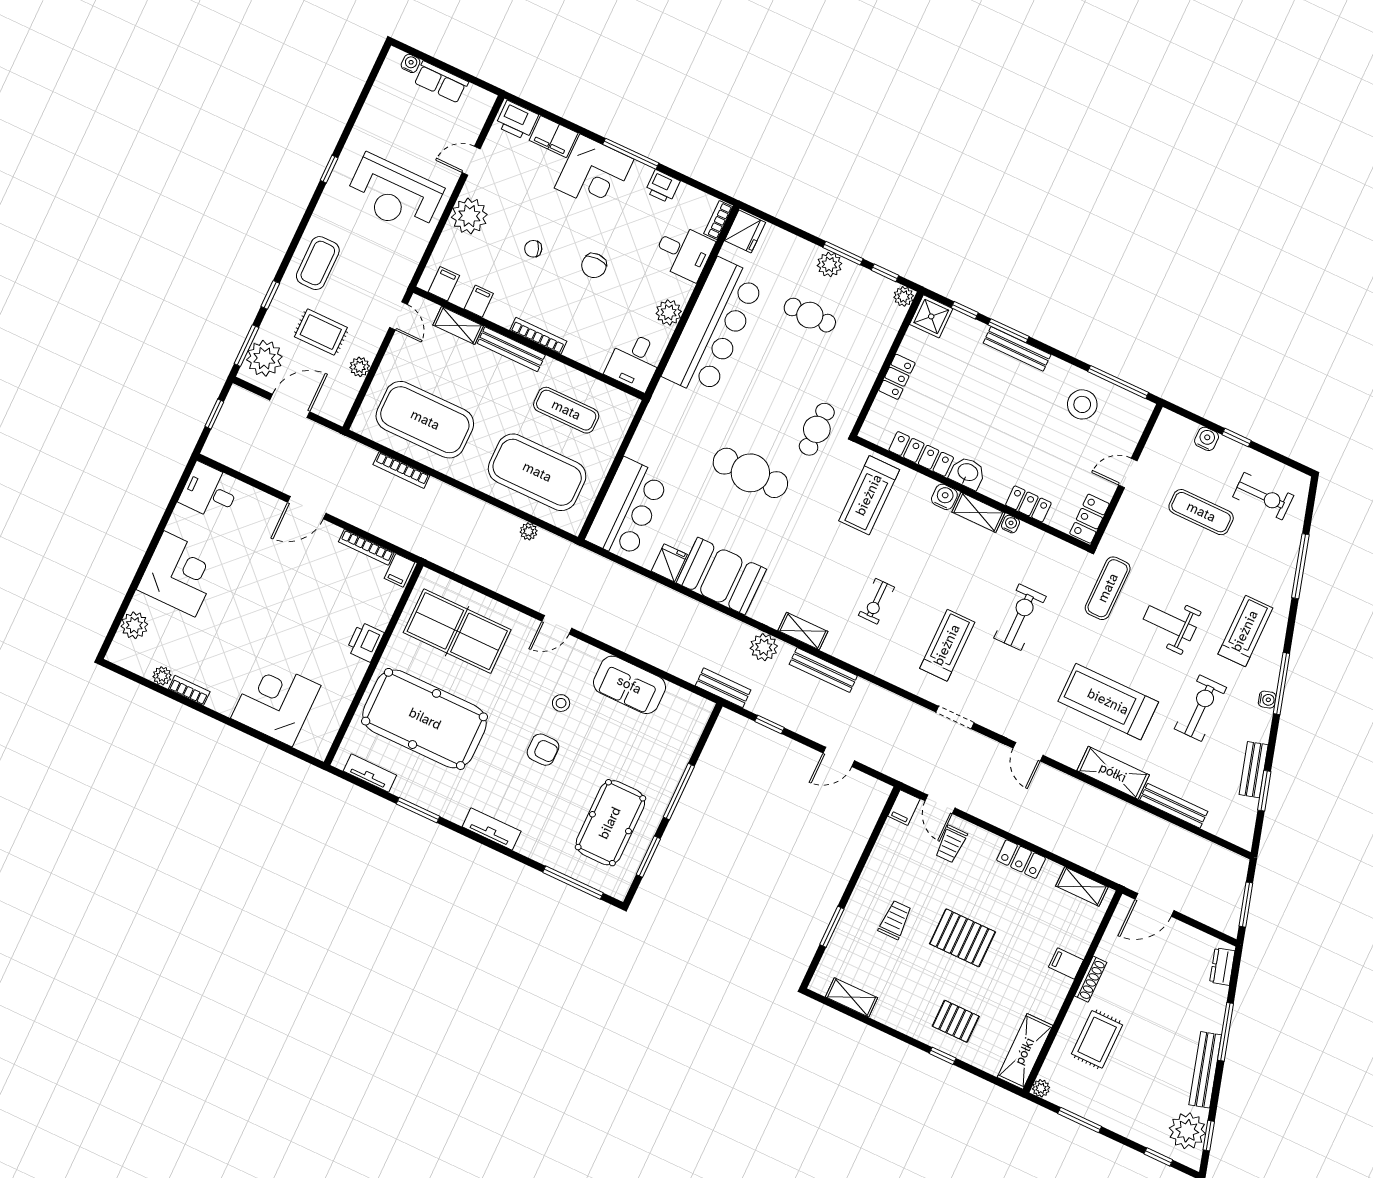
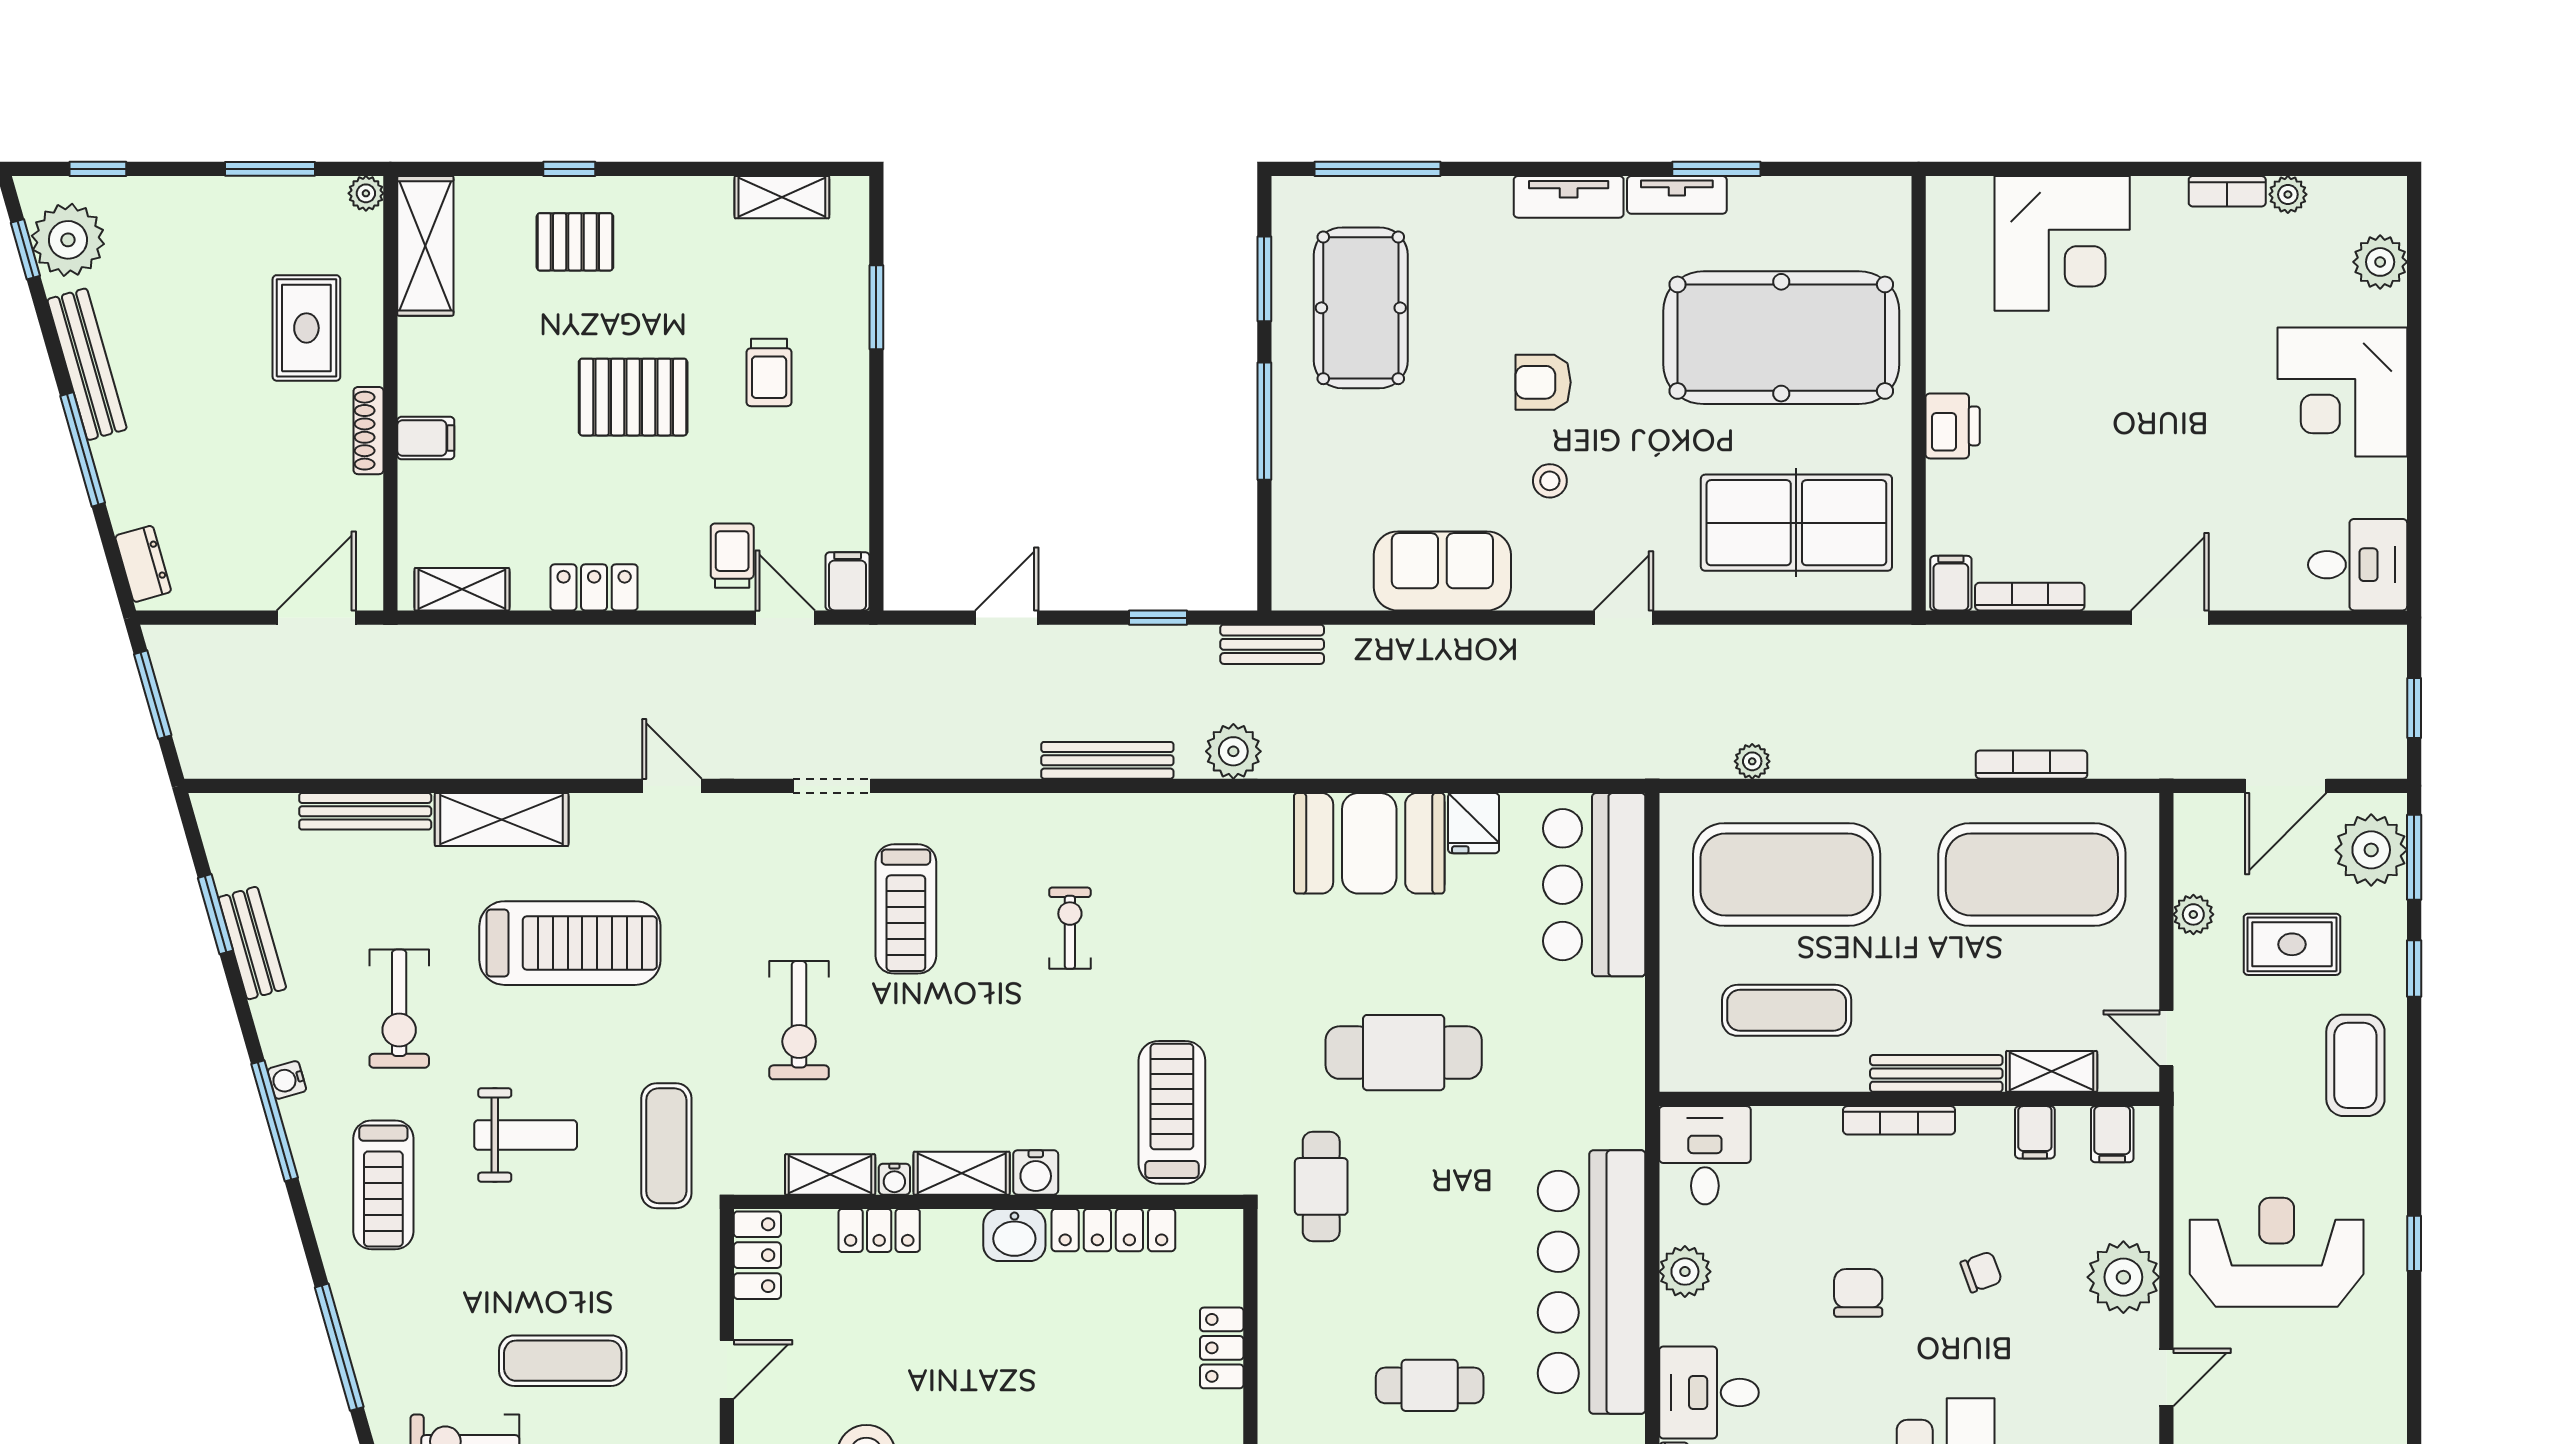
shelving: (803, 631) -> (830, 1174), moved
tv unit: (370, 773) -> (1677, 195), moved

